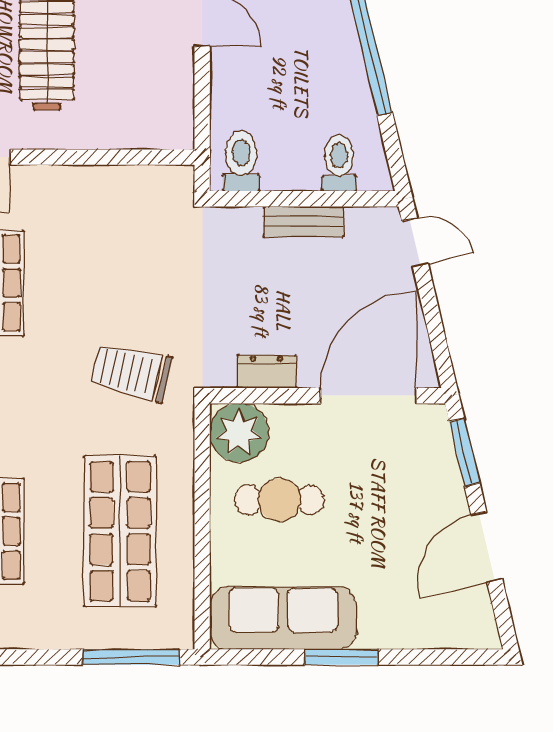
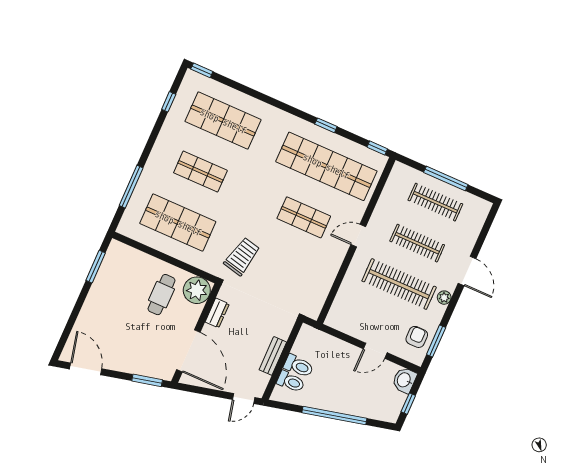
toilet: (241, 161) -> (299, 366), moved
door: (487, 547) -> (86, 369), moved
sofa: (283, 618) -> (112, 274), removed
window: (131, 657) -> (131, 187), moved
window: (341, 657) -> (96, 267), moved

